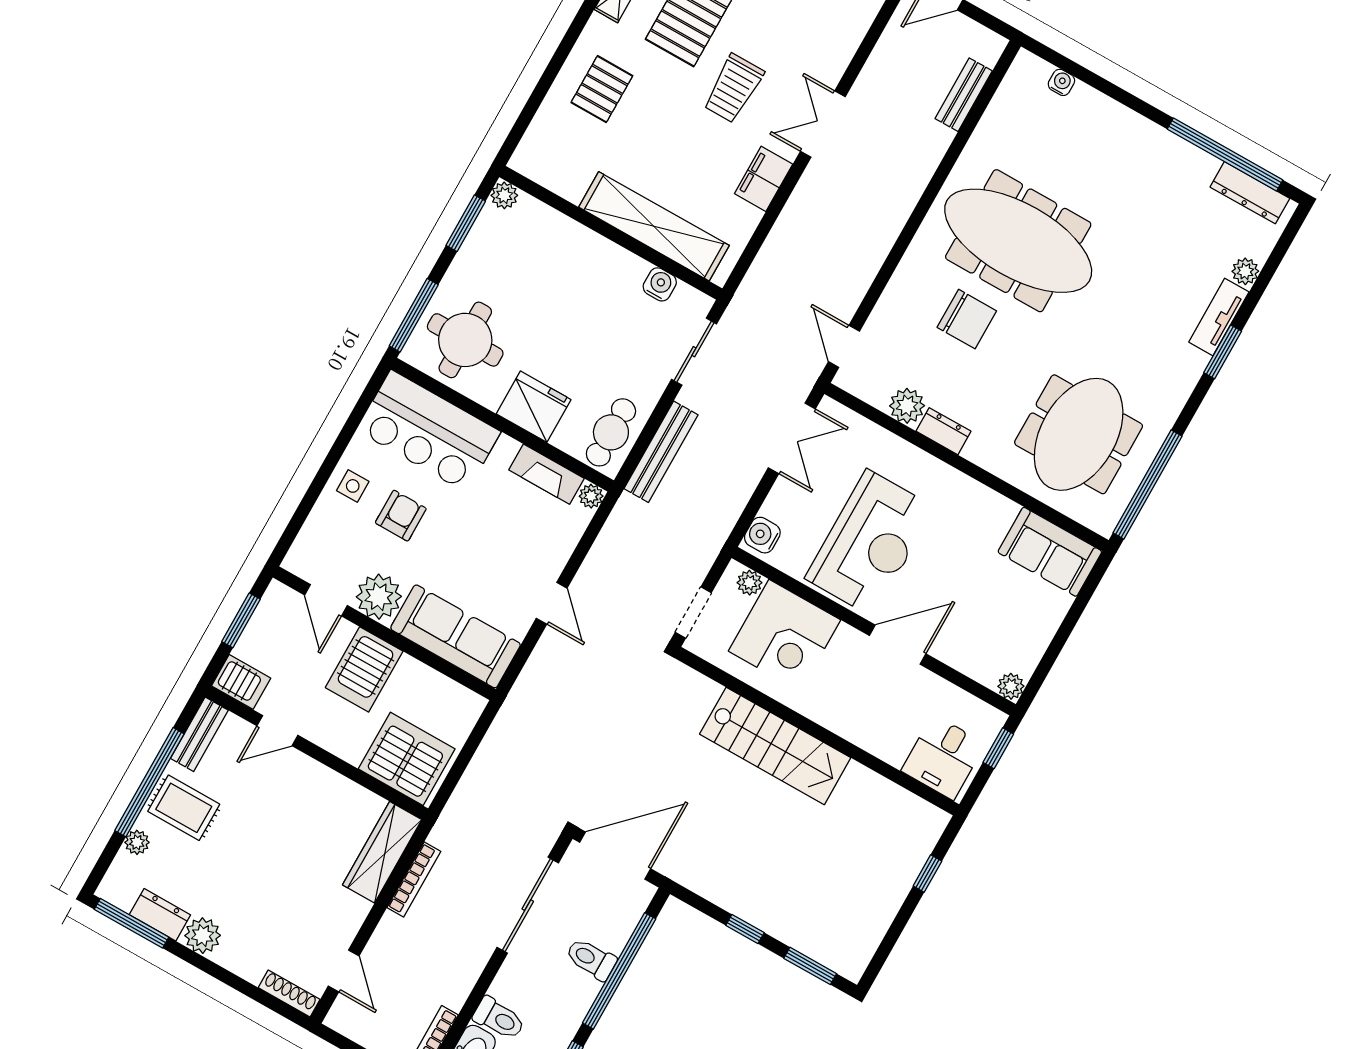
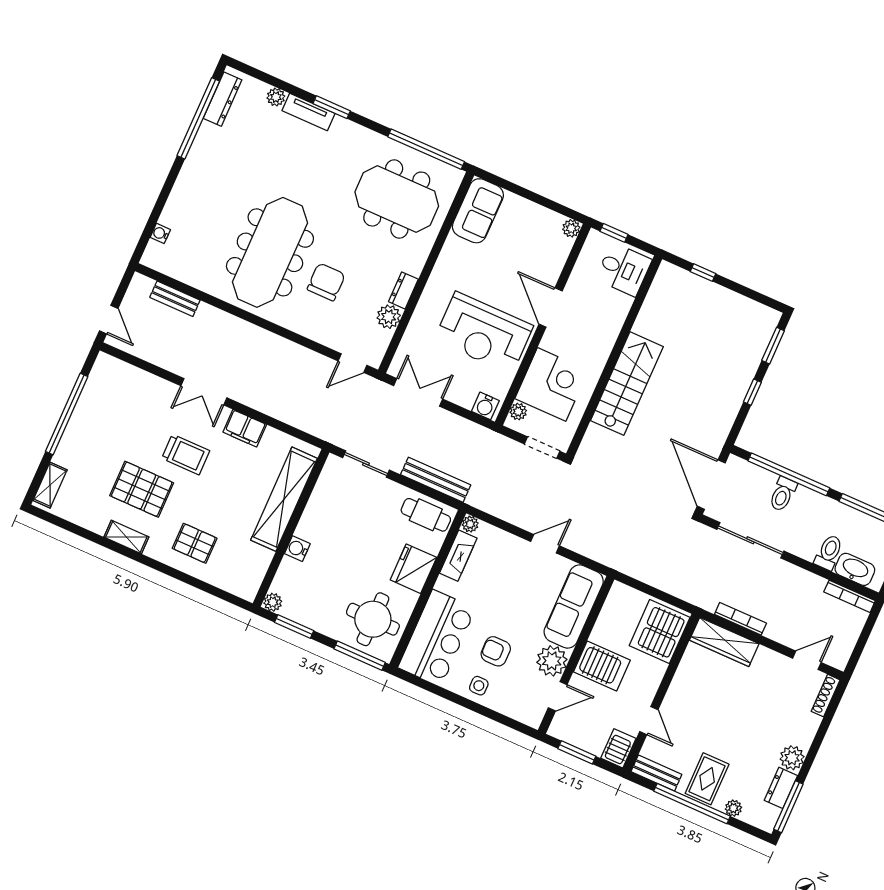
water cooler: (660, 284) -> (297, 549), moved
reception desk: (870, 543) -> (484, 333), turned 180

